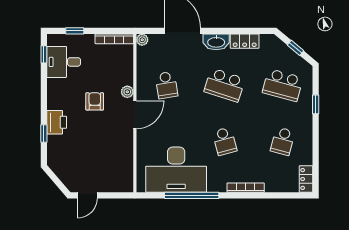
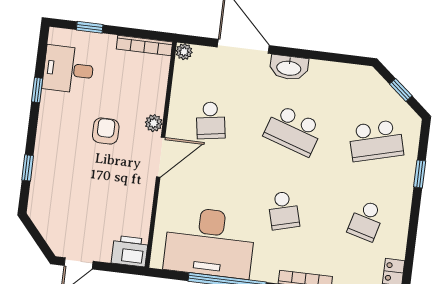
locker: (245, 41) -> (330, 71), removed
window: (44, 54) -> (37, 90), moved
school desk: (283, 85) -> (376, 141), turned -30
printer: (57, 122) -> (130, 251), moved, turned -90

